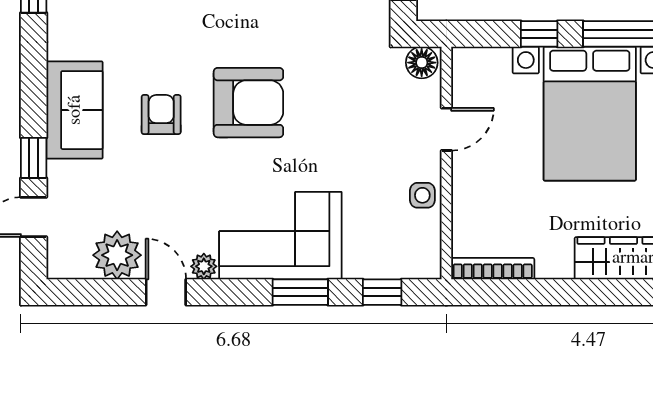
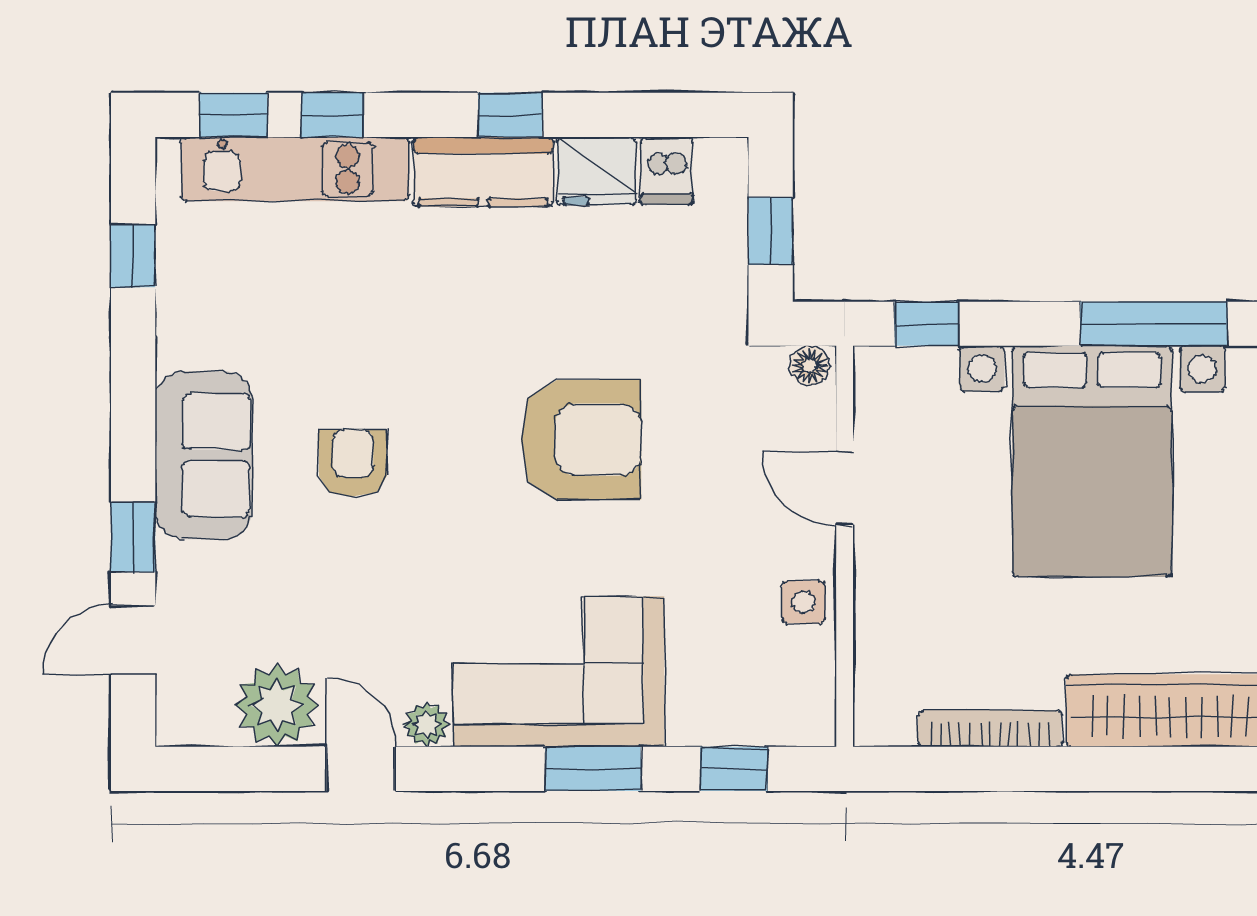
window: (539, 34) -> (927, 324), moved
floor lamp: (422, 63) -> (810, 366), width x0.73, depth x0.73
armchair: (248, 103) -> (581, 440), moved
door: (446, 129) -> (845, 488), swing flipped
bookcase: (493, 269) -> (990, 729), moved

